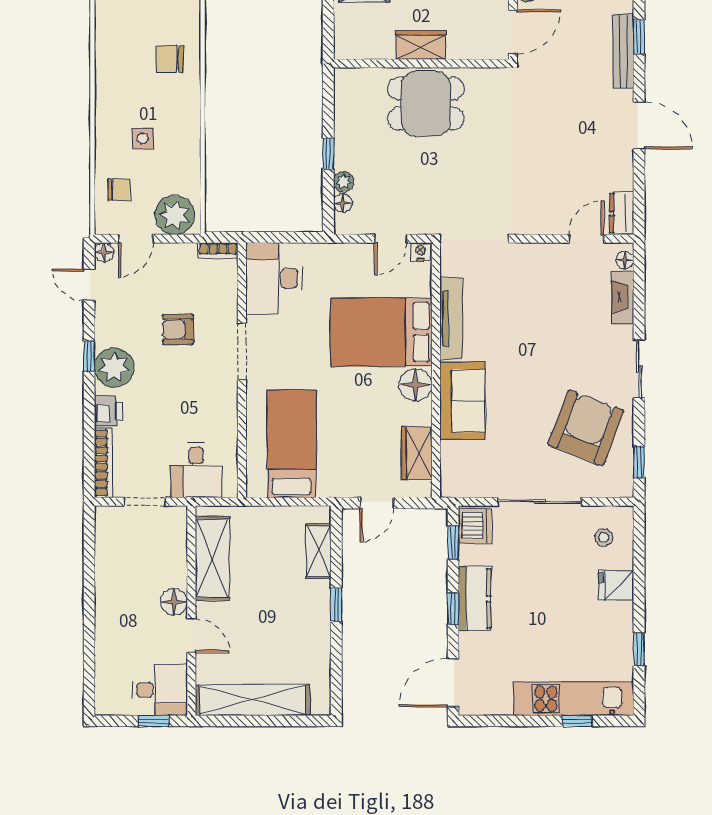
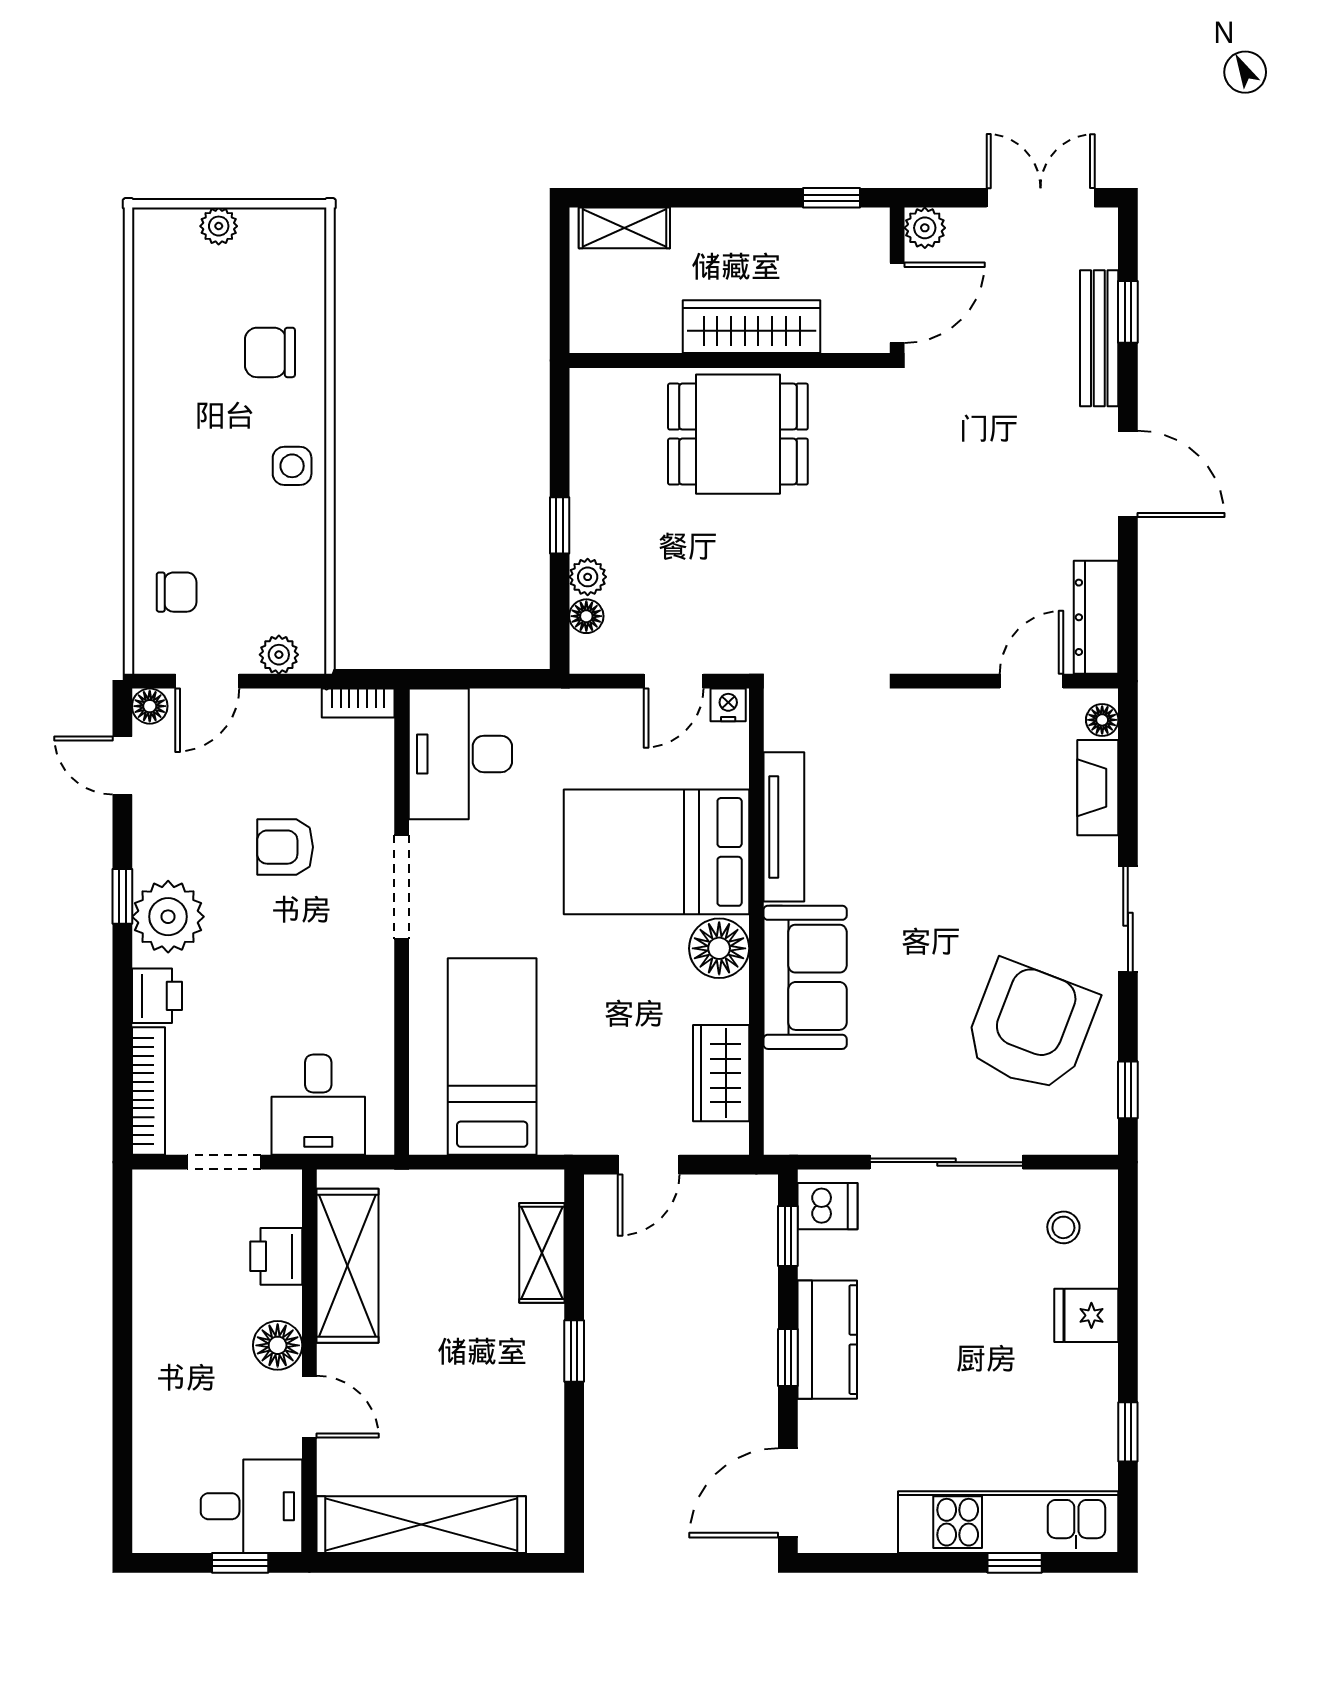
wardrobe: (421, 45) -> (752, 327), width x1.50
side table: (143, 139) -> (292, 466), moved
dresser: (622, 213) -> (1096, 617), width x1.44
plant: (175, 215) -> (279, 655), width x0.53, depth x0.53
dishwasher: (475, 526) -> (828, 1206), width x0.73
printer: (173, 553) -> (276, 1256), added

